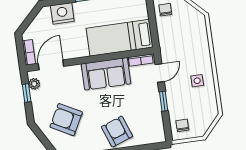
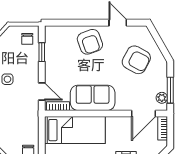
door: (160, 73) -> (42, 91), swing flipped
window: (27, 93) -> (170, 90), width x1.50
window: (164, 101) -> (42, 52), moved

